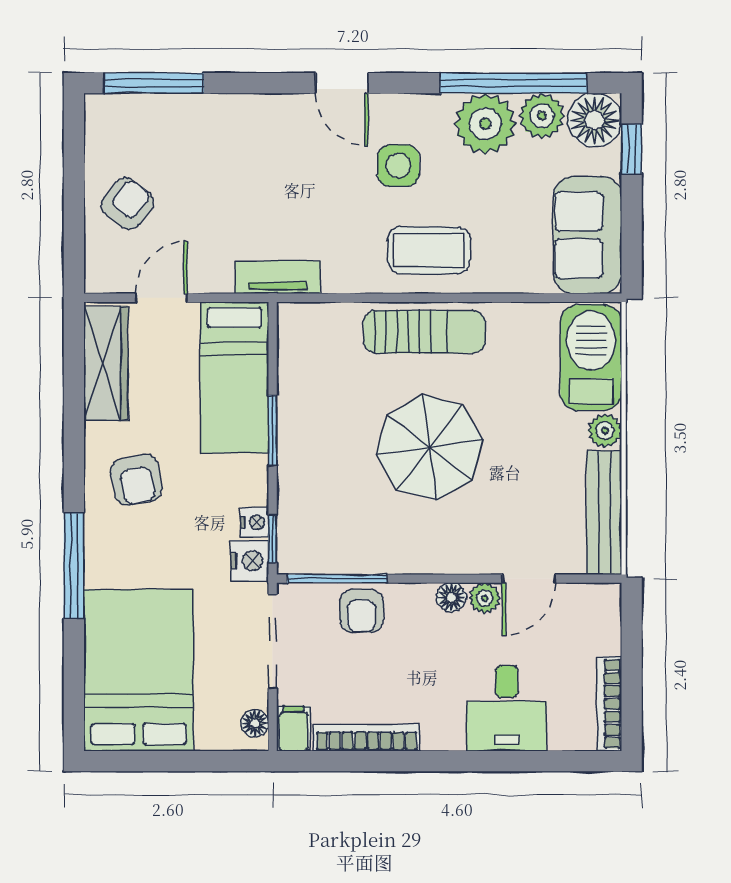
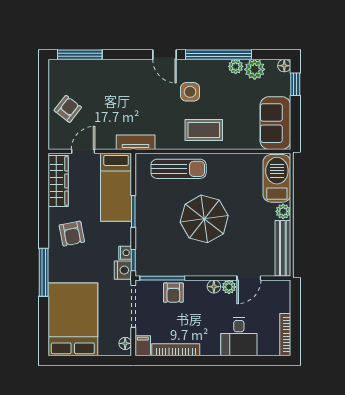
window: (513, 83) -> (219, 55), moved
floor lamp: (595, 120) -> (284, 66), width x0.53, depth x0.53
plant: (485, 124) -> (236, 66), width x0.53, depth x0.53
sun lounger: (424, 332) -> (179, 169), moved

